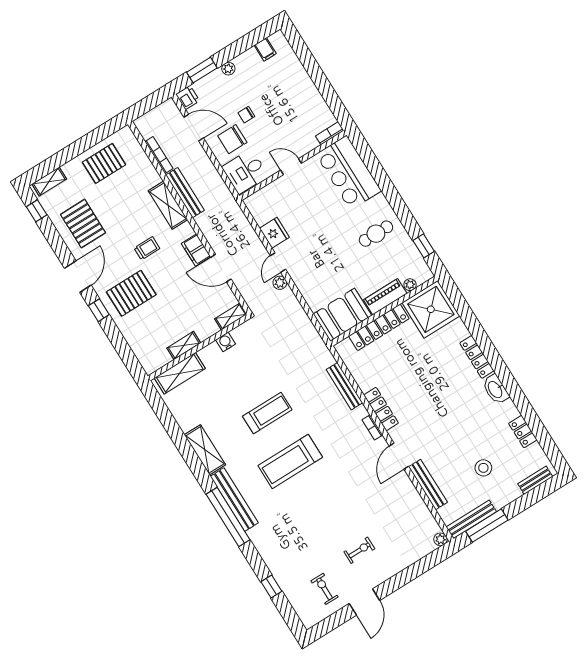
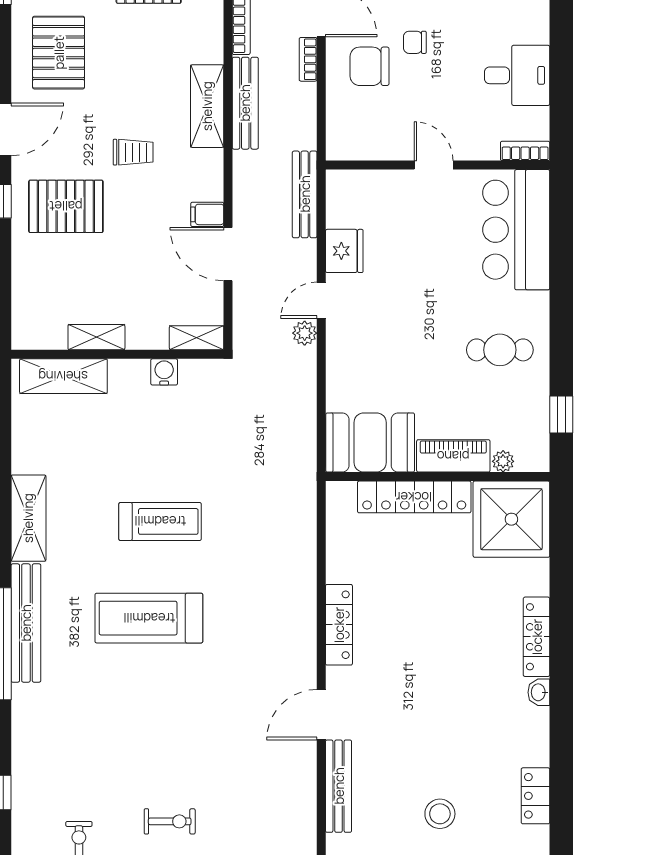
desk: (245, 172) -> (517, 75), moved, turned 180
filing cabinet: (196, 250) -> (207, 214), width x0.50
bench: (344, 386) -> (305, 194), moved
washbasin: (495, 389) -> (539, 692), width x0.52, depth x0.69
bookcase: (372, 427) -> (308, 59), moved

